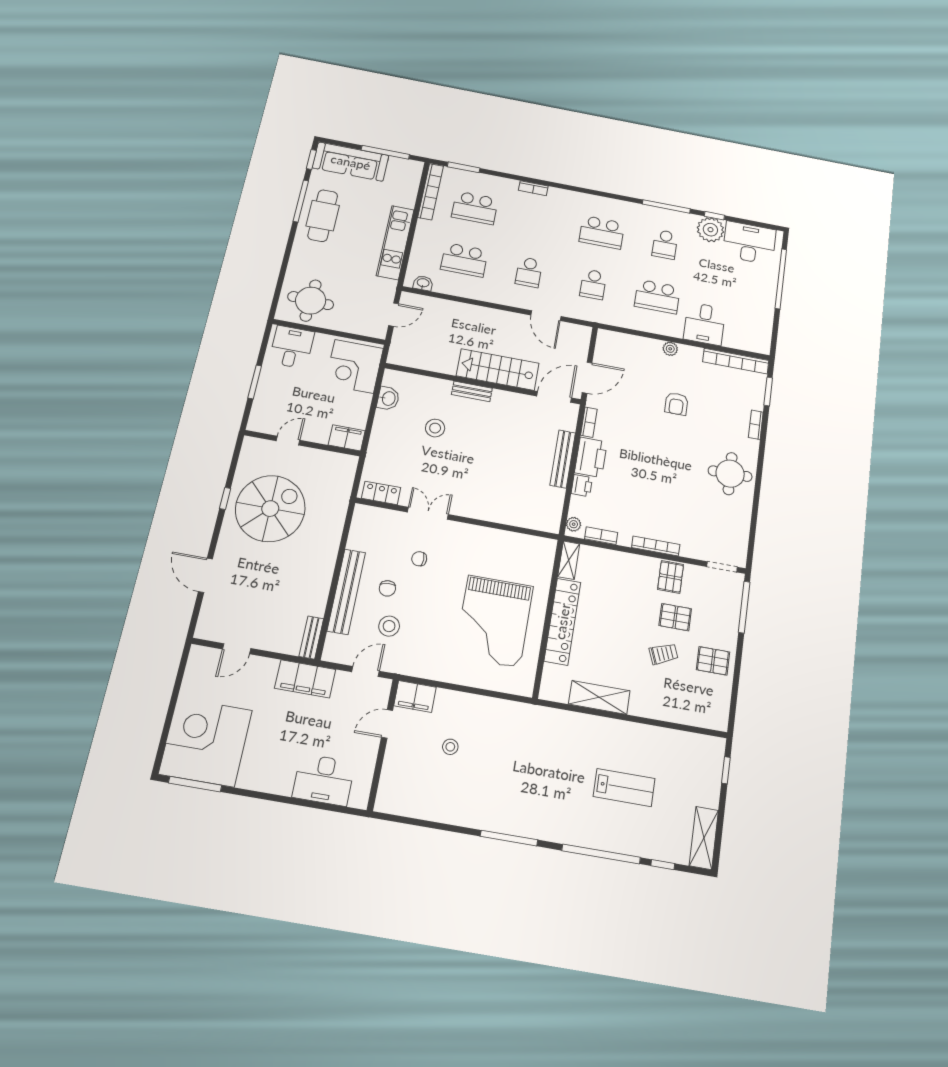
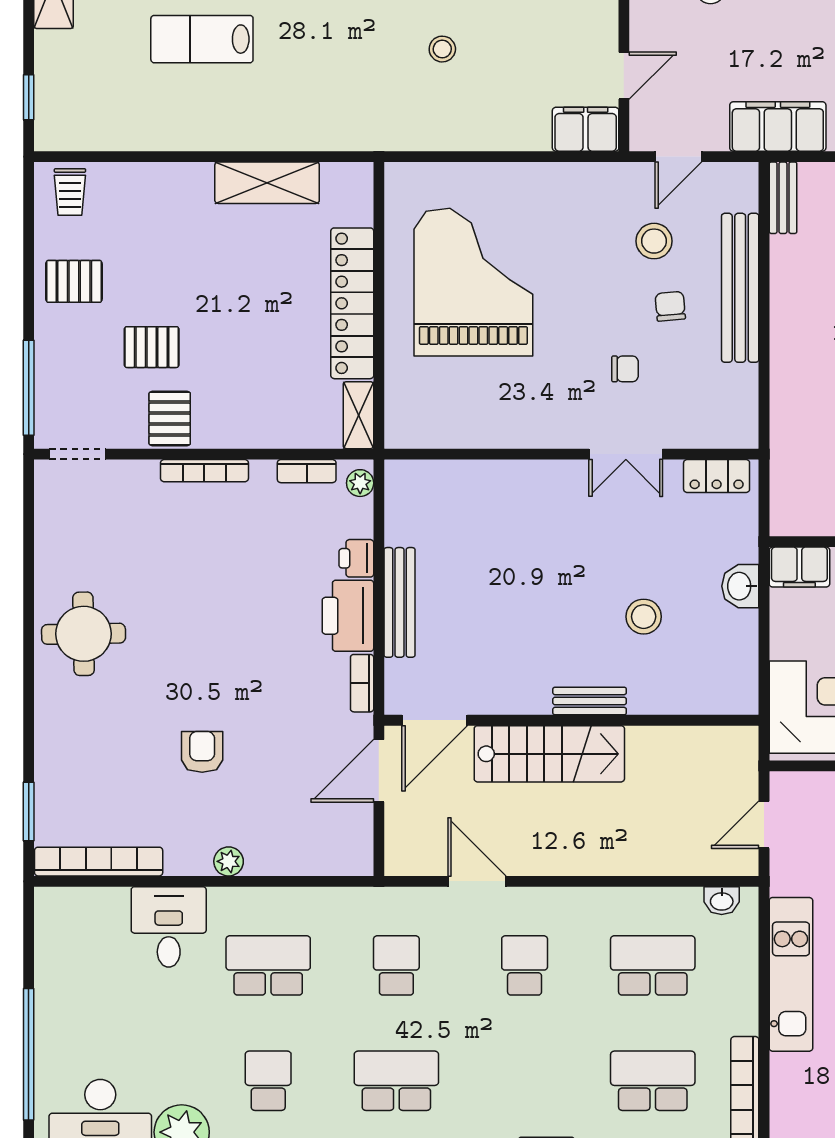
washbasin: (388, 398) -> (740, 586), moved
bookcase: (756, 425) -> (45, 740), removed
trolley: (663, 654) -> (70, 192), moved, turned -68
stool: (450, 747) -> (442, 49), moved

